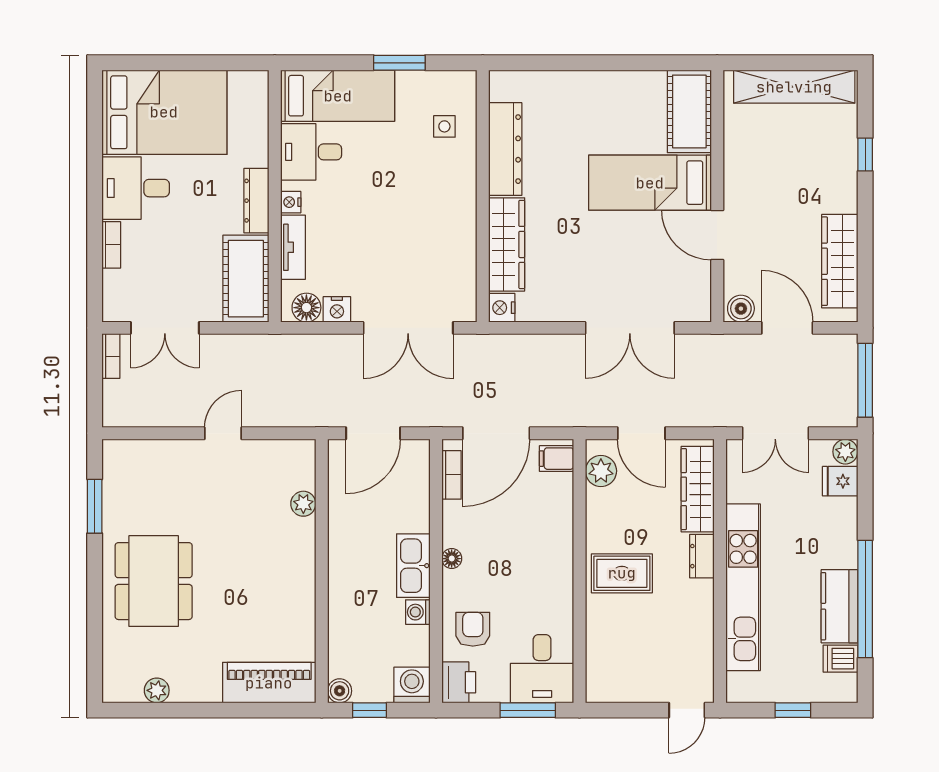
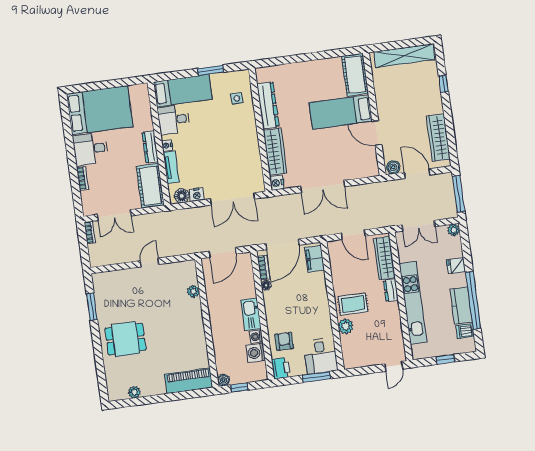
double door: (630, 328) -> (323, 187), moved
filing cabinet: (557, 459) -> (314, 259), width x2.00
plant: (601, 471) -> (346, 326), moved
fridge: (840, 481) -> (456, 266), moved
floor lamp: (452, 559) -> (266, 285), moved
dining table: (154, 581) -> (126, 339), width x0.73
washing machine: (412, 685) -> (256, 353), moved, turned -90

